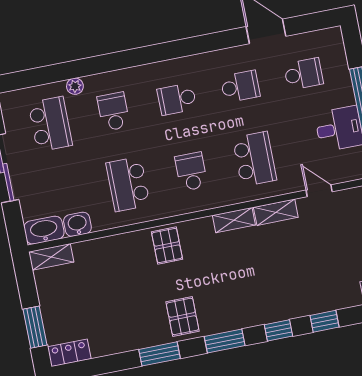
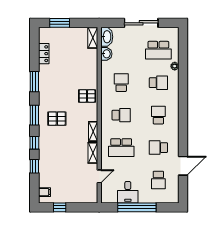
school desk: (240, 86) -> (158, 148), turned 90
school desk: (128, 184) -> (121, 83), width x0.54
pallet: (183, 316) -> (57, 119), moved
locker: (69, 353) -> (44, 54), moved

